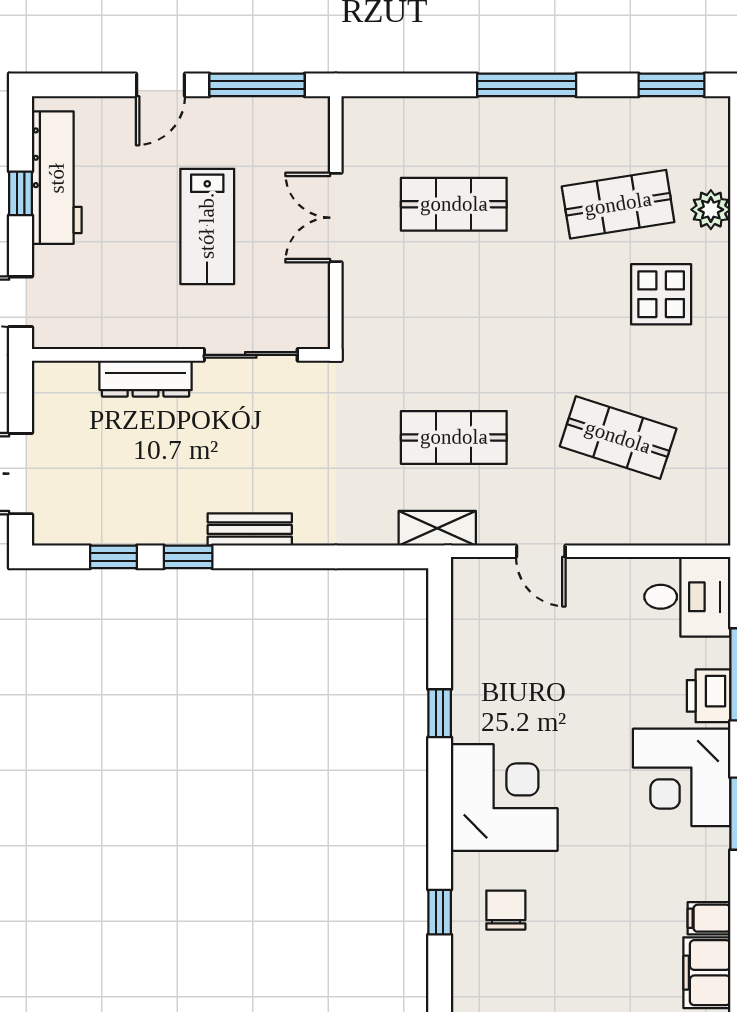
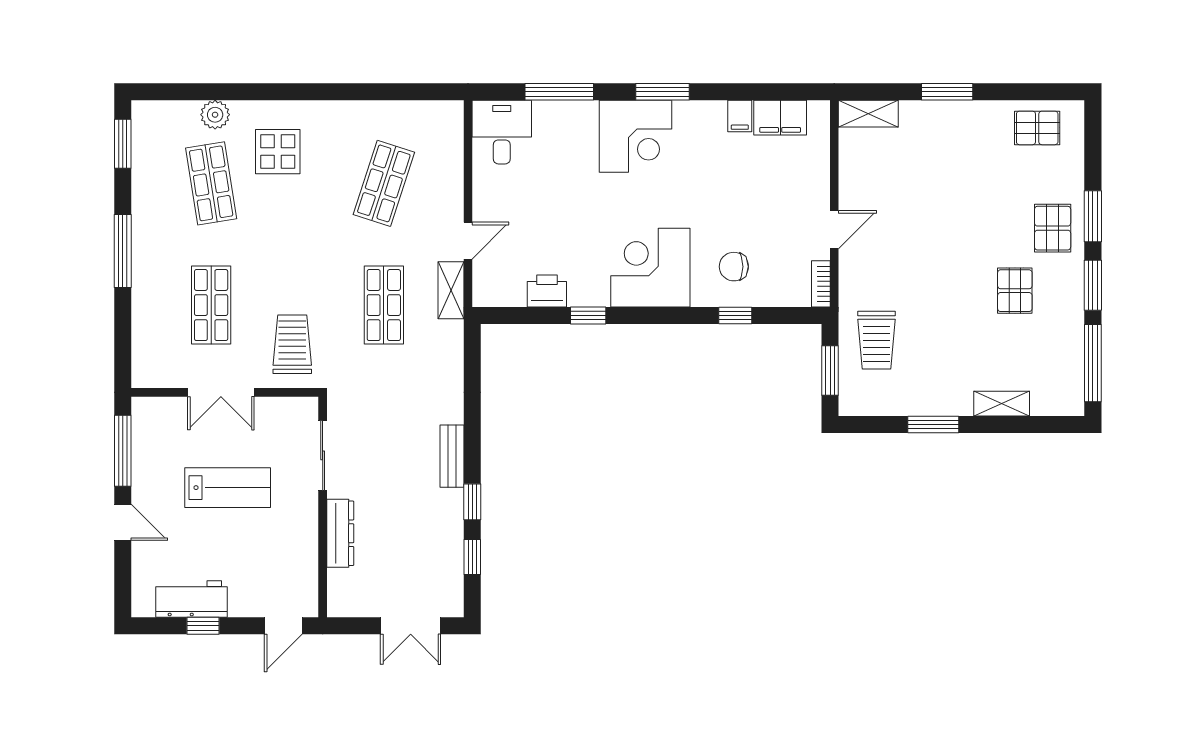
workbench: (57, 178) -> (191, 599), width x0.73
trolley: (401, 314) -> (292, 344), added
shelving: (437, 528) -> (451, 290), moved
printer: (709, 696) -> (547, 291), moved, turned 180

